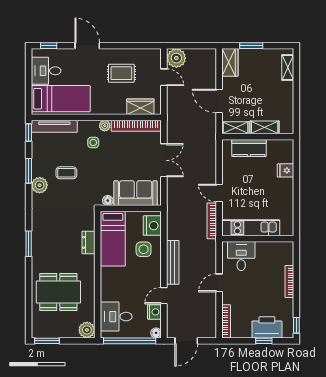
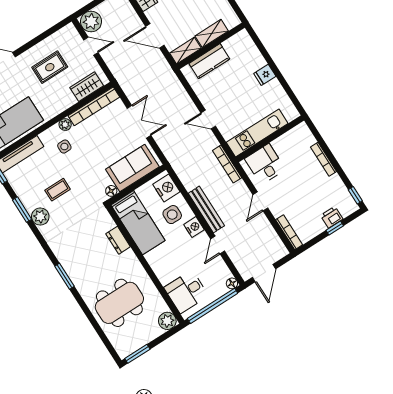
fridge: (285, 170) -> (265, 75), moved
bookcase: (212, 221) -> (227, 164), moved
nightstand: (154, 312) -> (194, 227), moved
printer: (267, 327) -> (332, 217), width x0.53, depth x0.68

